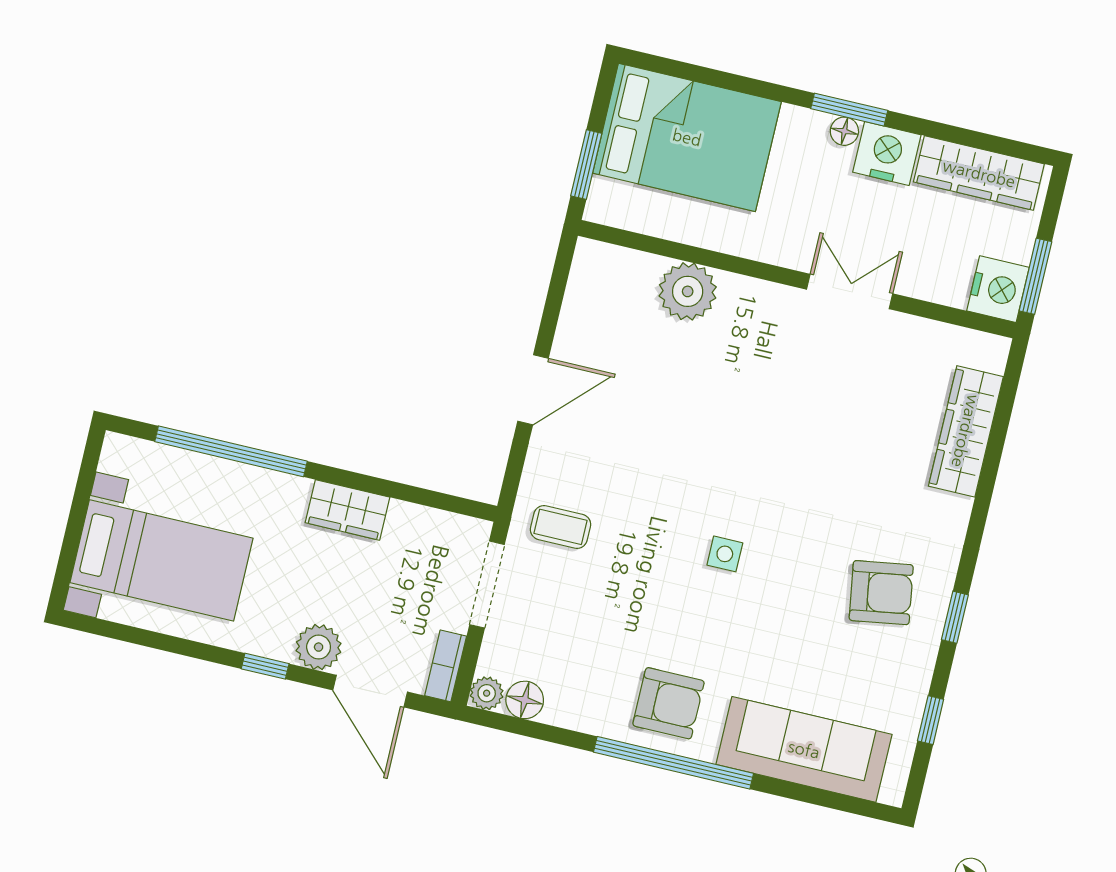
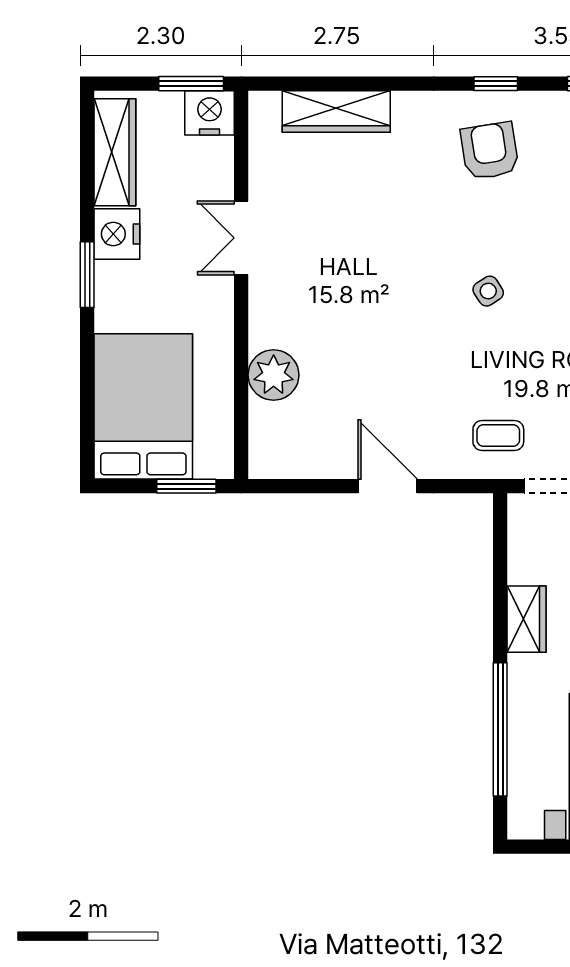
floor lamp: (844, 131) -> (107, 274), removed
coffee table: (560, 527) -> (498, 435), turned 90
side table: (725, 554) -> (488, 291), turned -33

